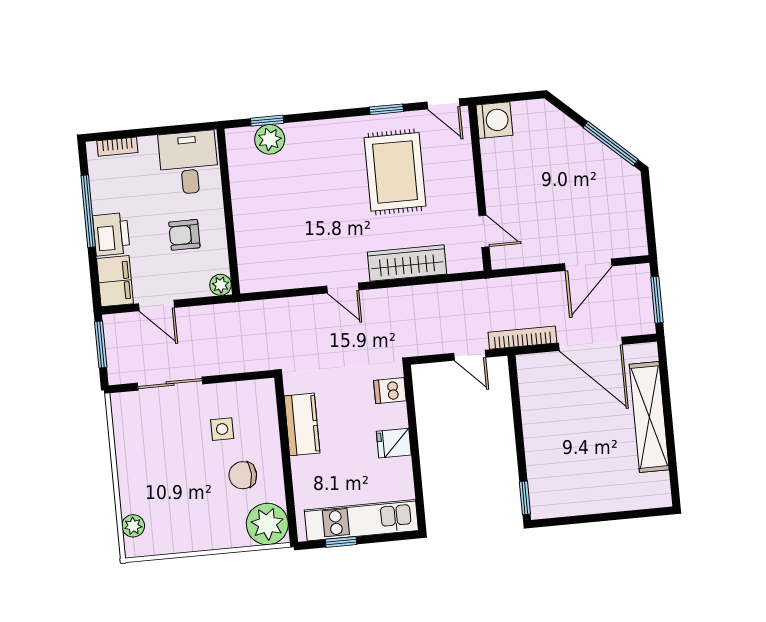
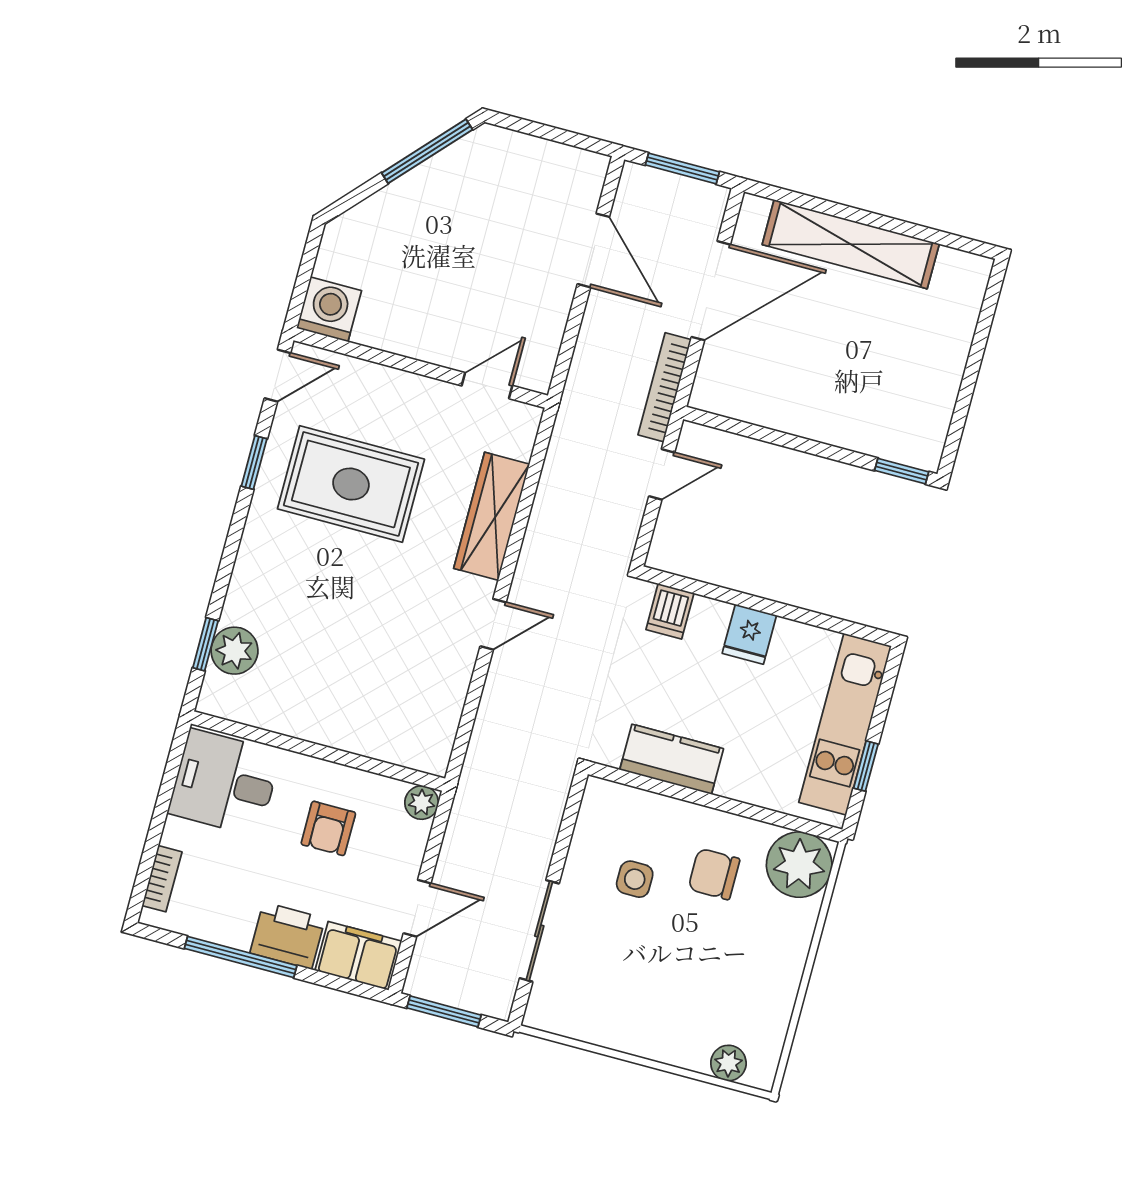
chair: (243, 475) -> (714, 874), turned 91

